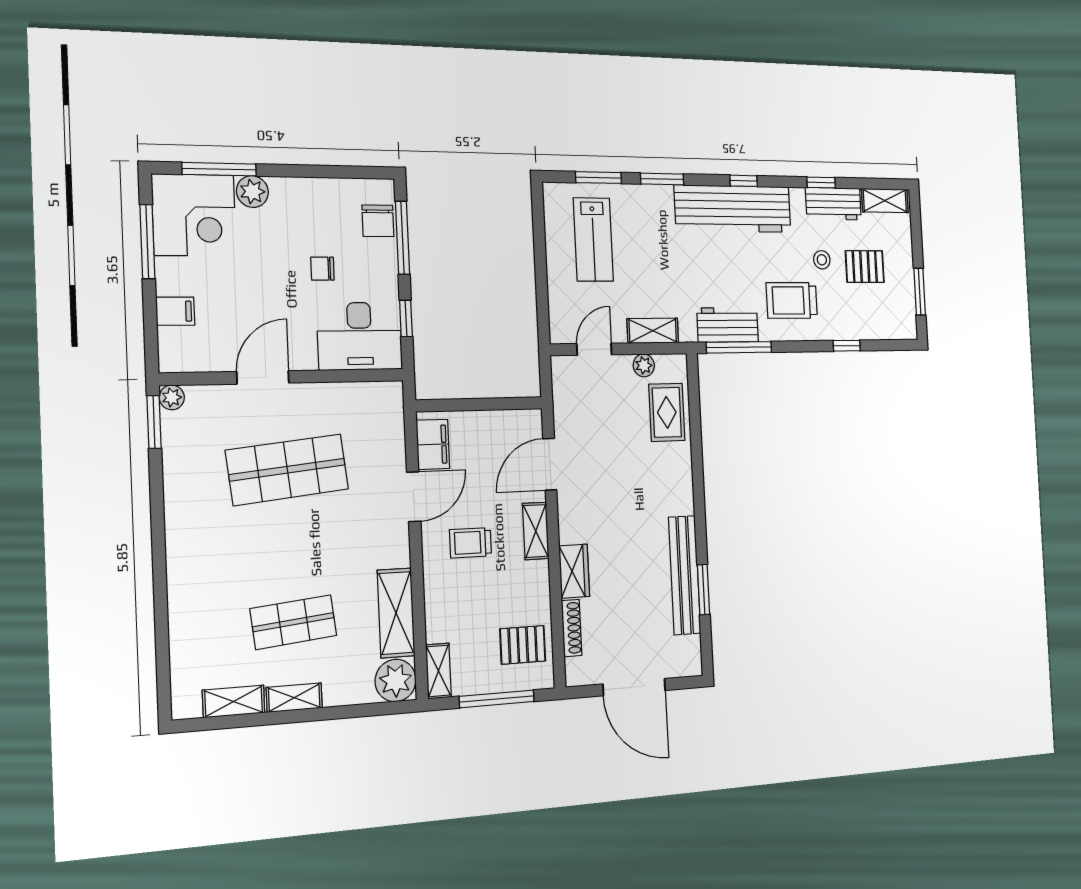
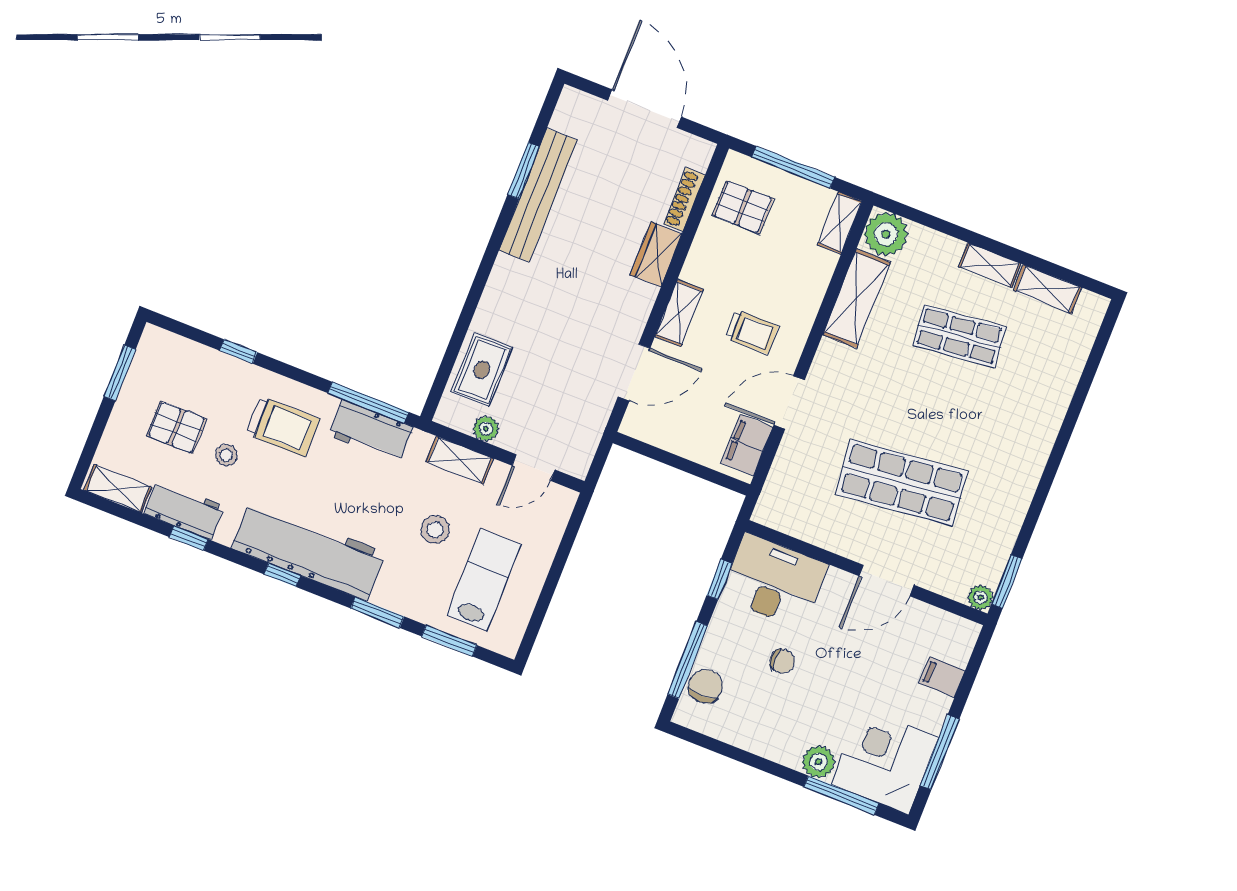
stool: (647, 265) -> (435, 530), added

